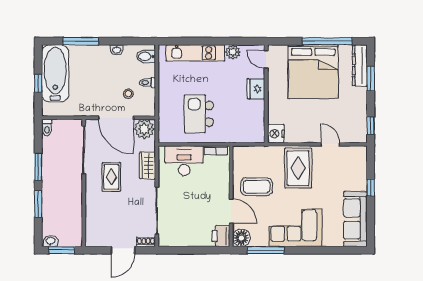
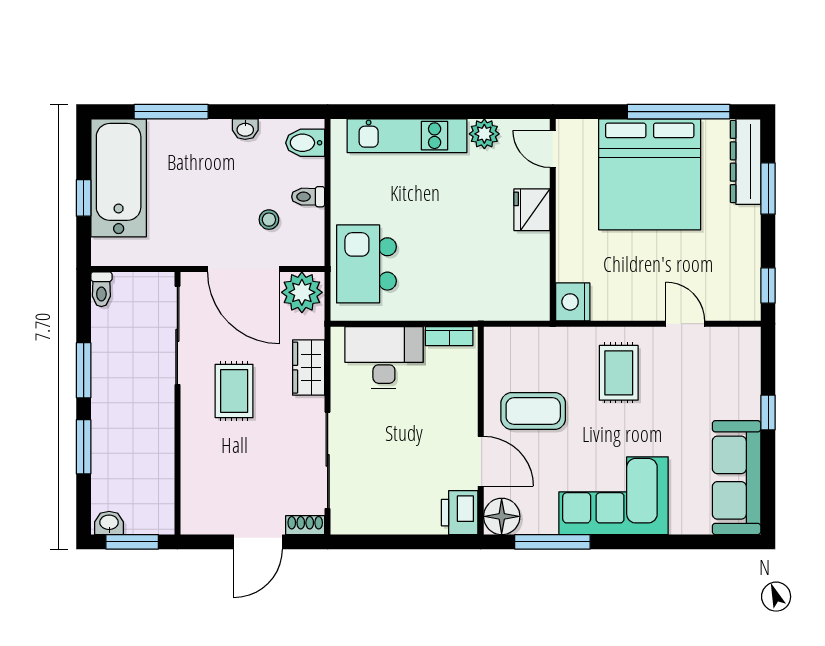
kitchen island: (199, 114) -> (366, 264), moved
rug: (298, 168) -> (619, 373), width x0.73, depth x0.70

